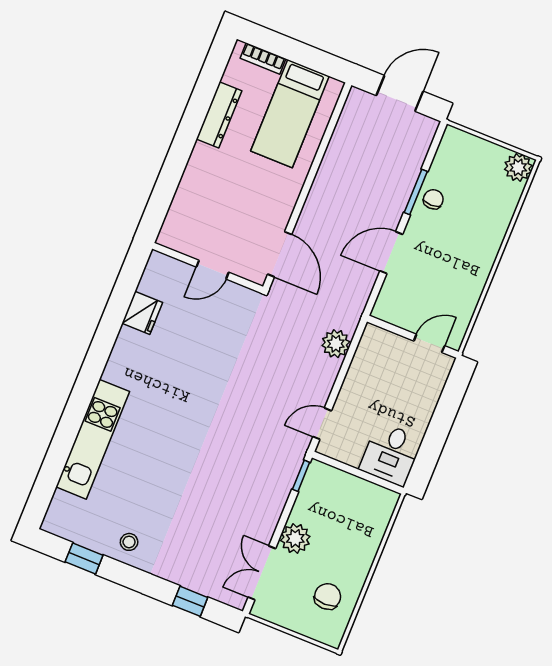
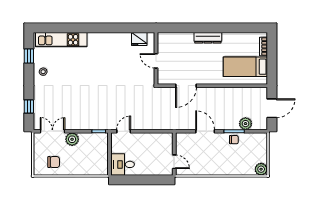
door: (400, 93) -> (272, 108), hinge flipped
dresser: (219, 115) -> (208, 38), moved
wall: (208, 268) -> (156, 58), moved
door: (212, 270) -> (156, 61), moved
plant: (336, 344) -> (245, 124), moved
door: (322, 424) -> (124, 131), hinge flipped
kitchen unit: (93, 439) -> (61, 40), moved

